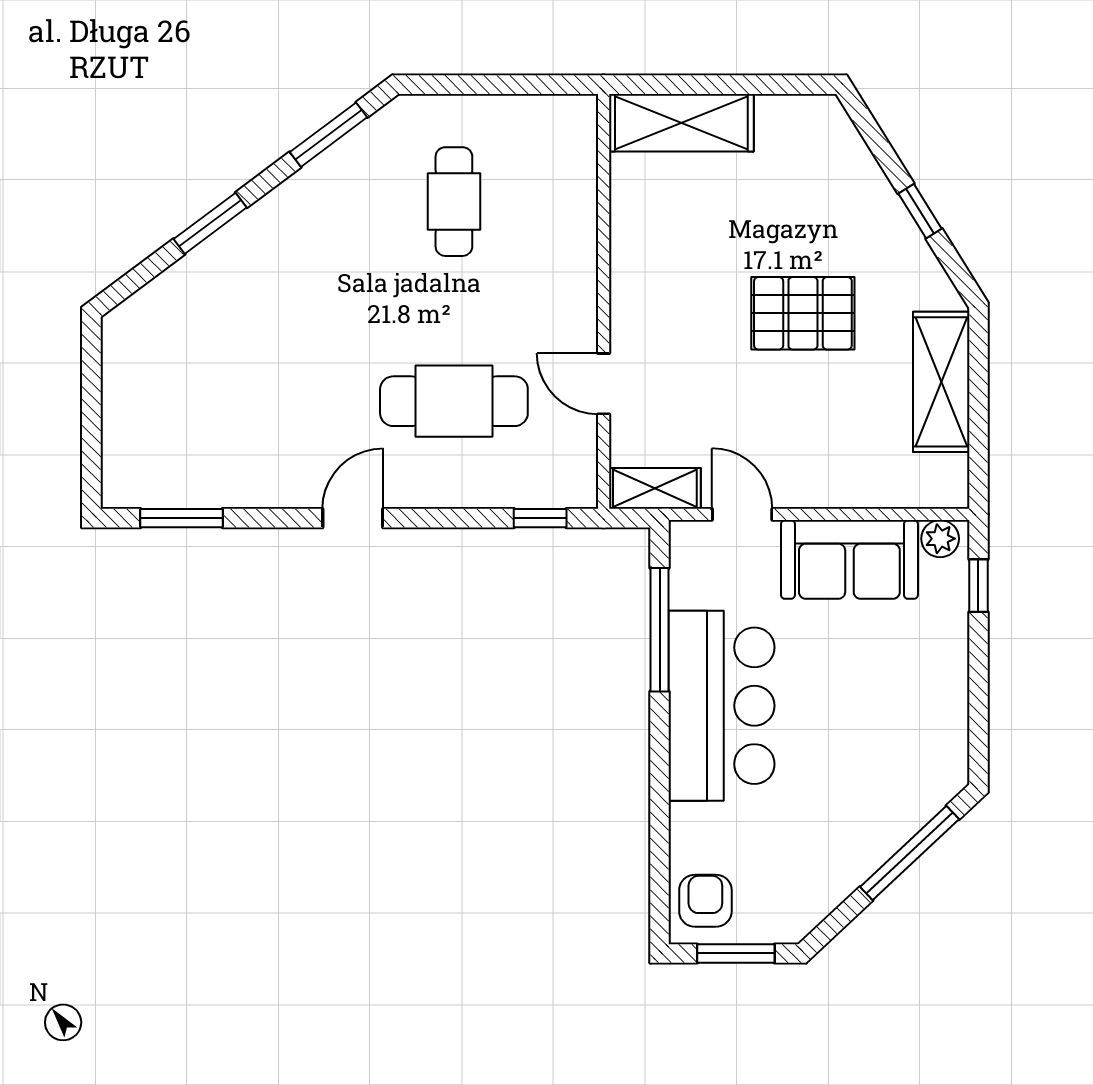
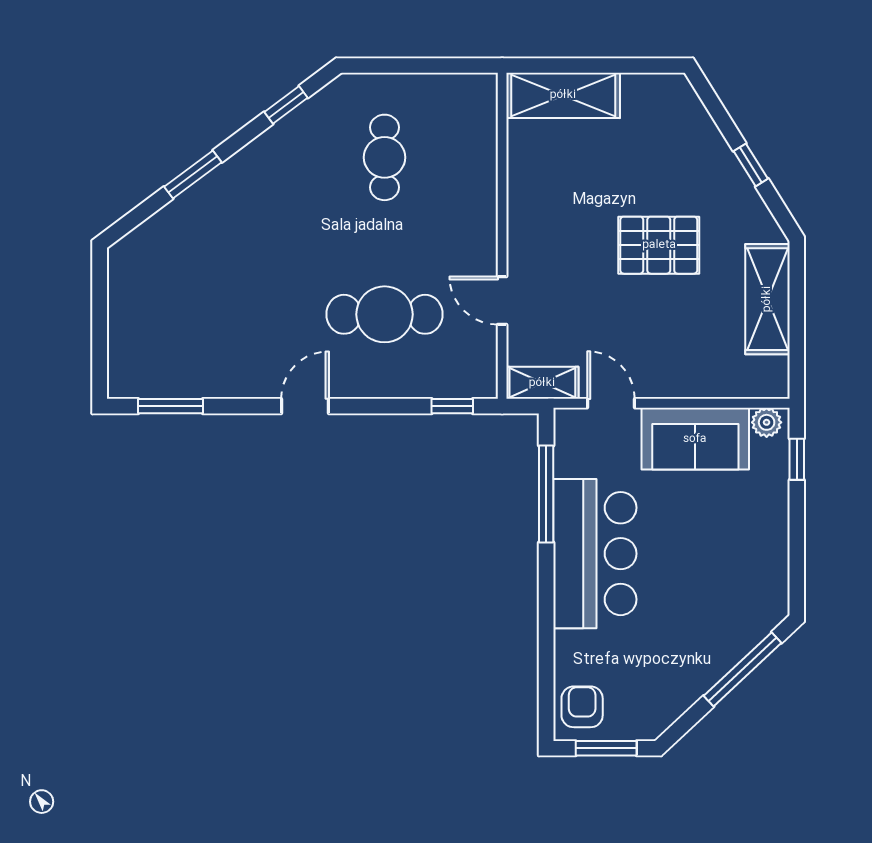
window: (329, 135) -> (286, 105), width x0.67

